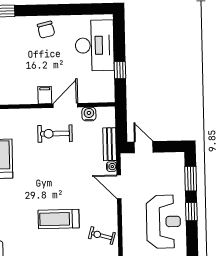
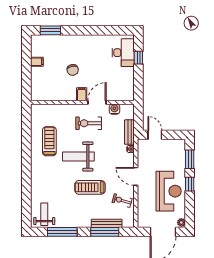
chair: (46, 30) -> (73, 70), moved
desk: (95, 45) -> (123, 53), width x0.73, depth x0.77
window: (120, 70) -> (138, 58), moved
weight bench: (42, 178) -> (78, 156), added
door: (119, 187) -> (136, 176), moved

